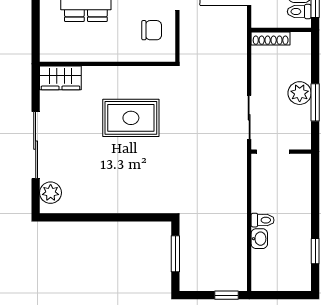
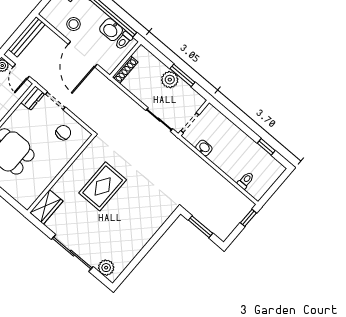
toilet: (263, 220) -> (246, 180), moved
washbasin: (259, 239) -> (204, 148), moved

